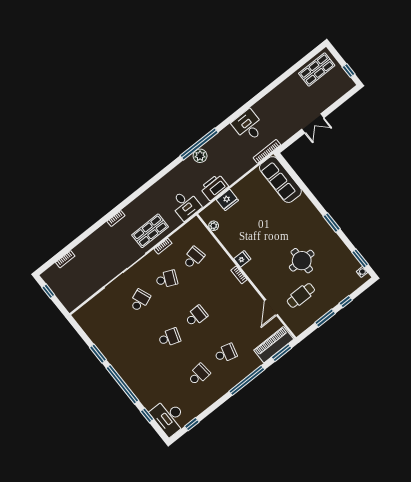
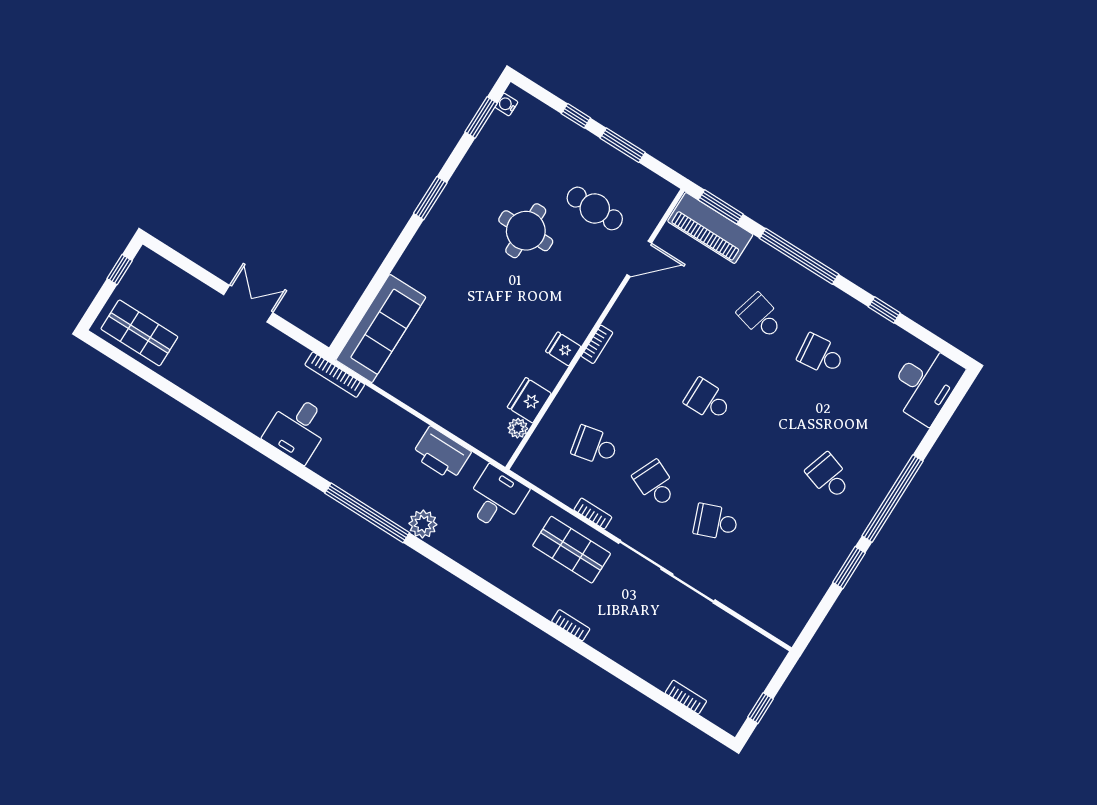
plant: (200, 156) -> (423, 524), moved
fridge: (227, 200) -> (529, 400), moved, turned -90
school desk: (169, 338) -> (829, 476), moved
window: (147, 415) -> (937, 429), removed
window: (192, 424) -> (884, 310), moved

